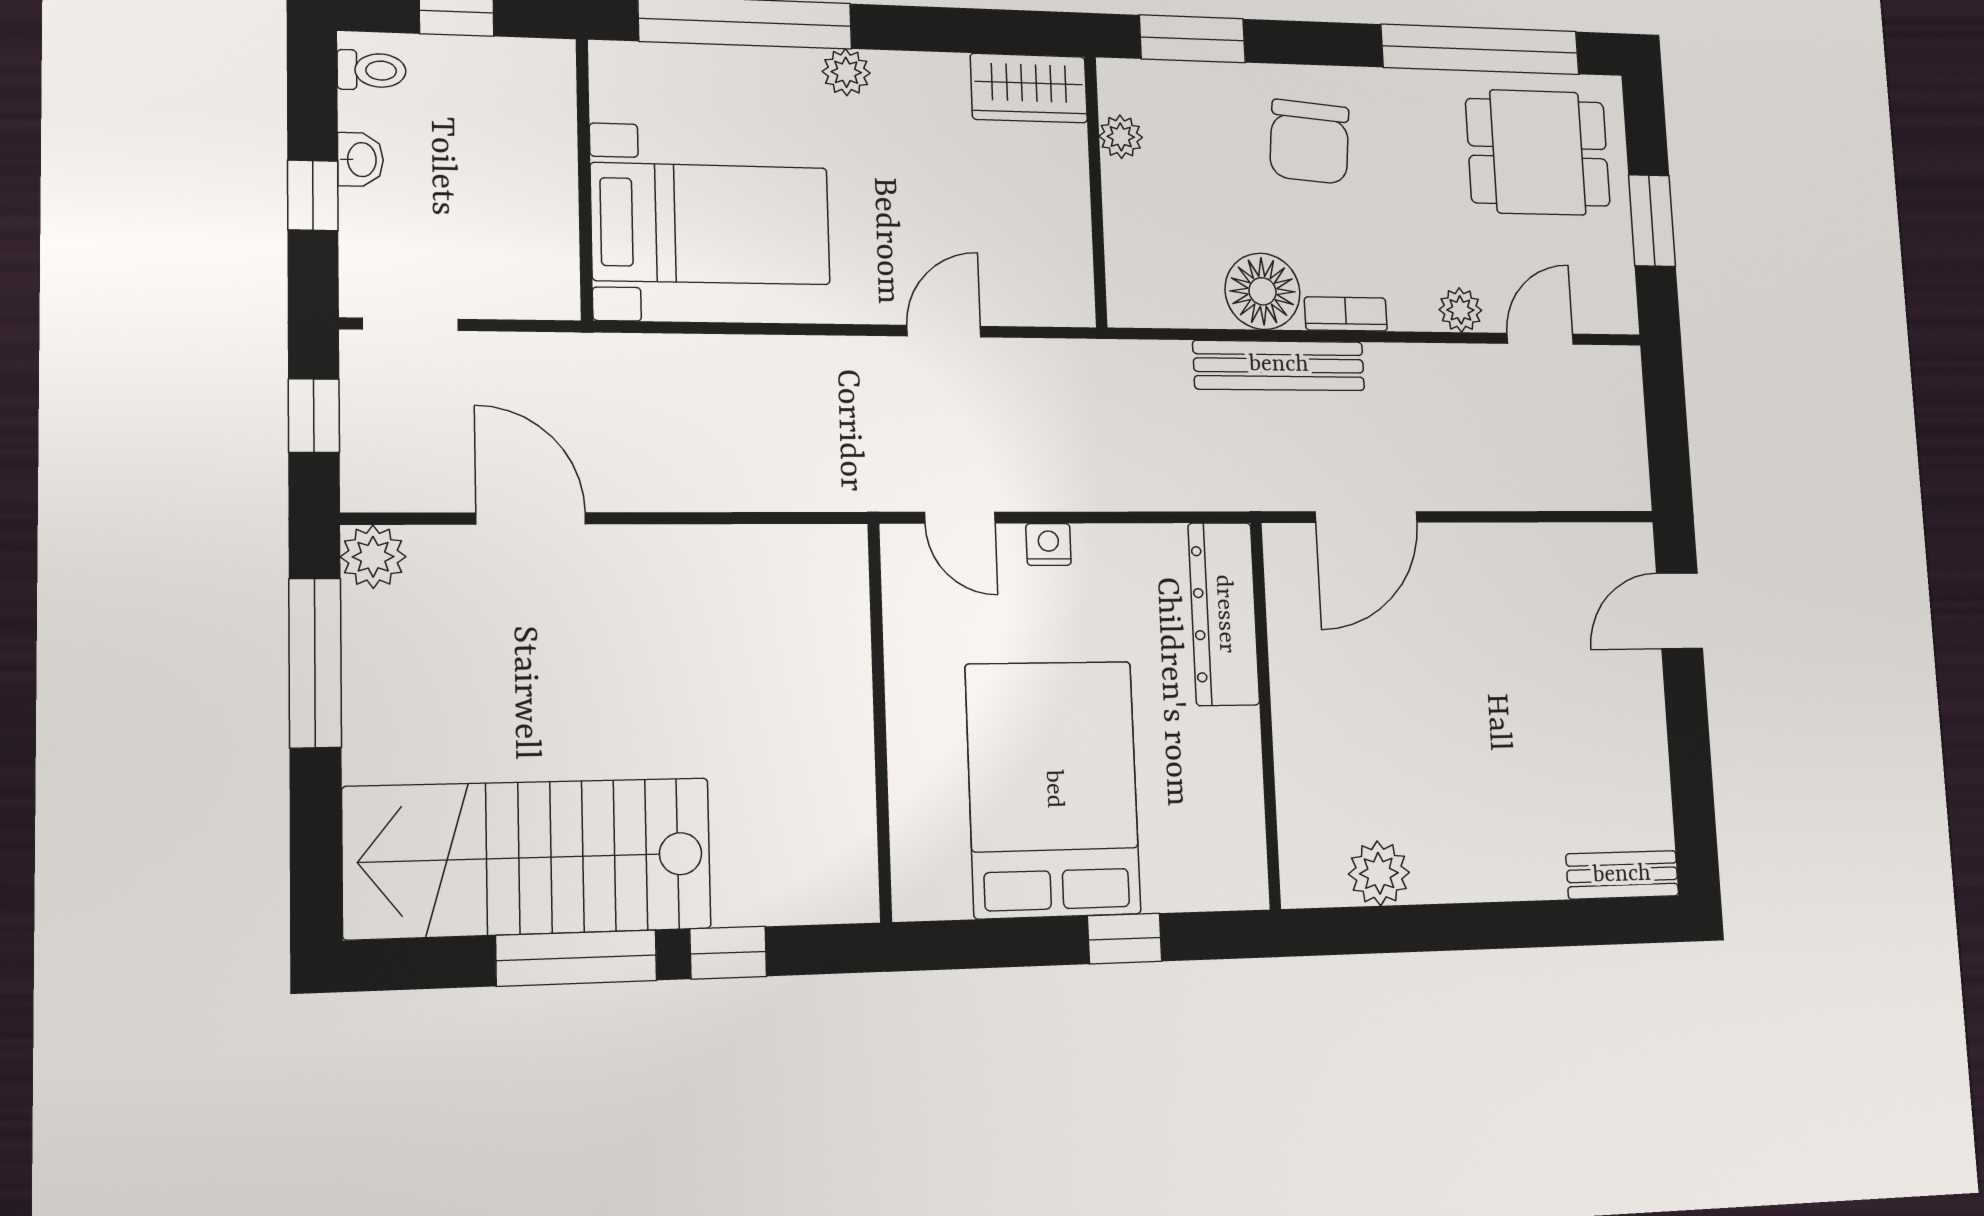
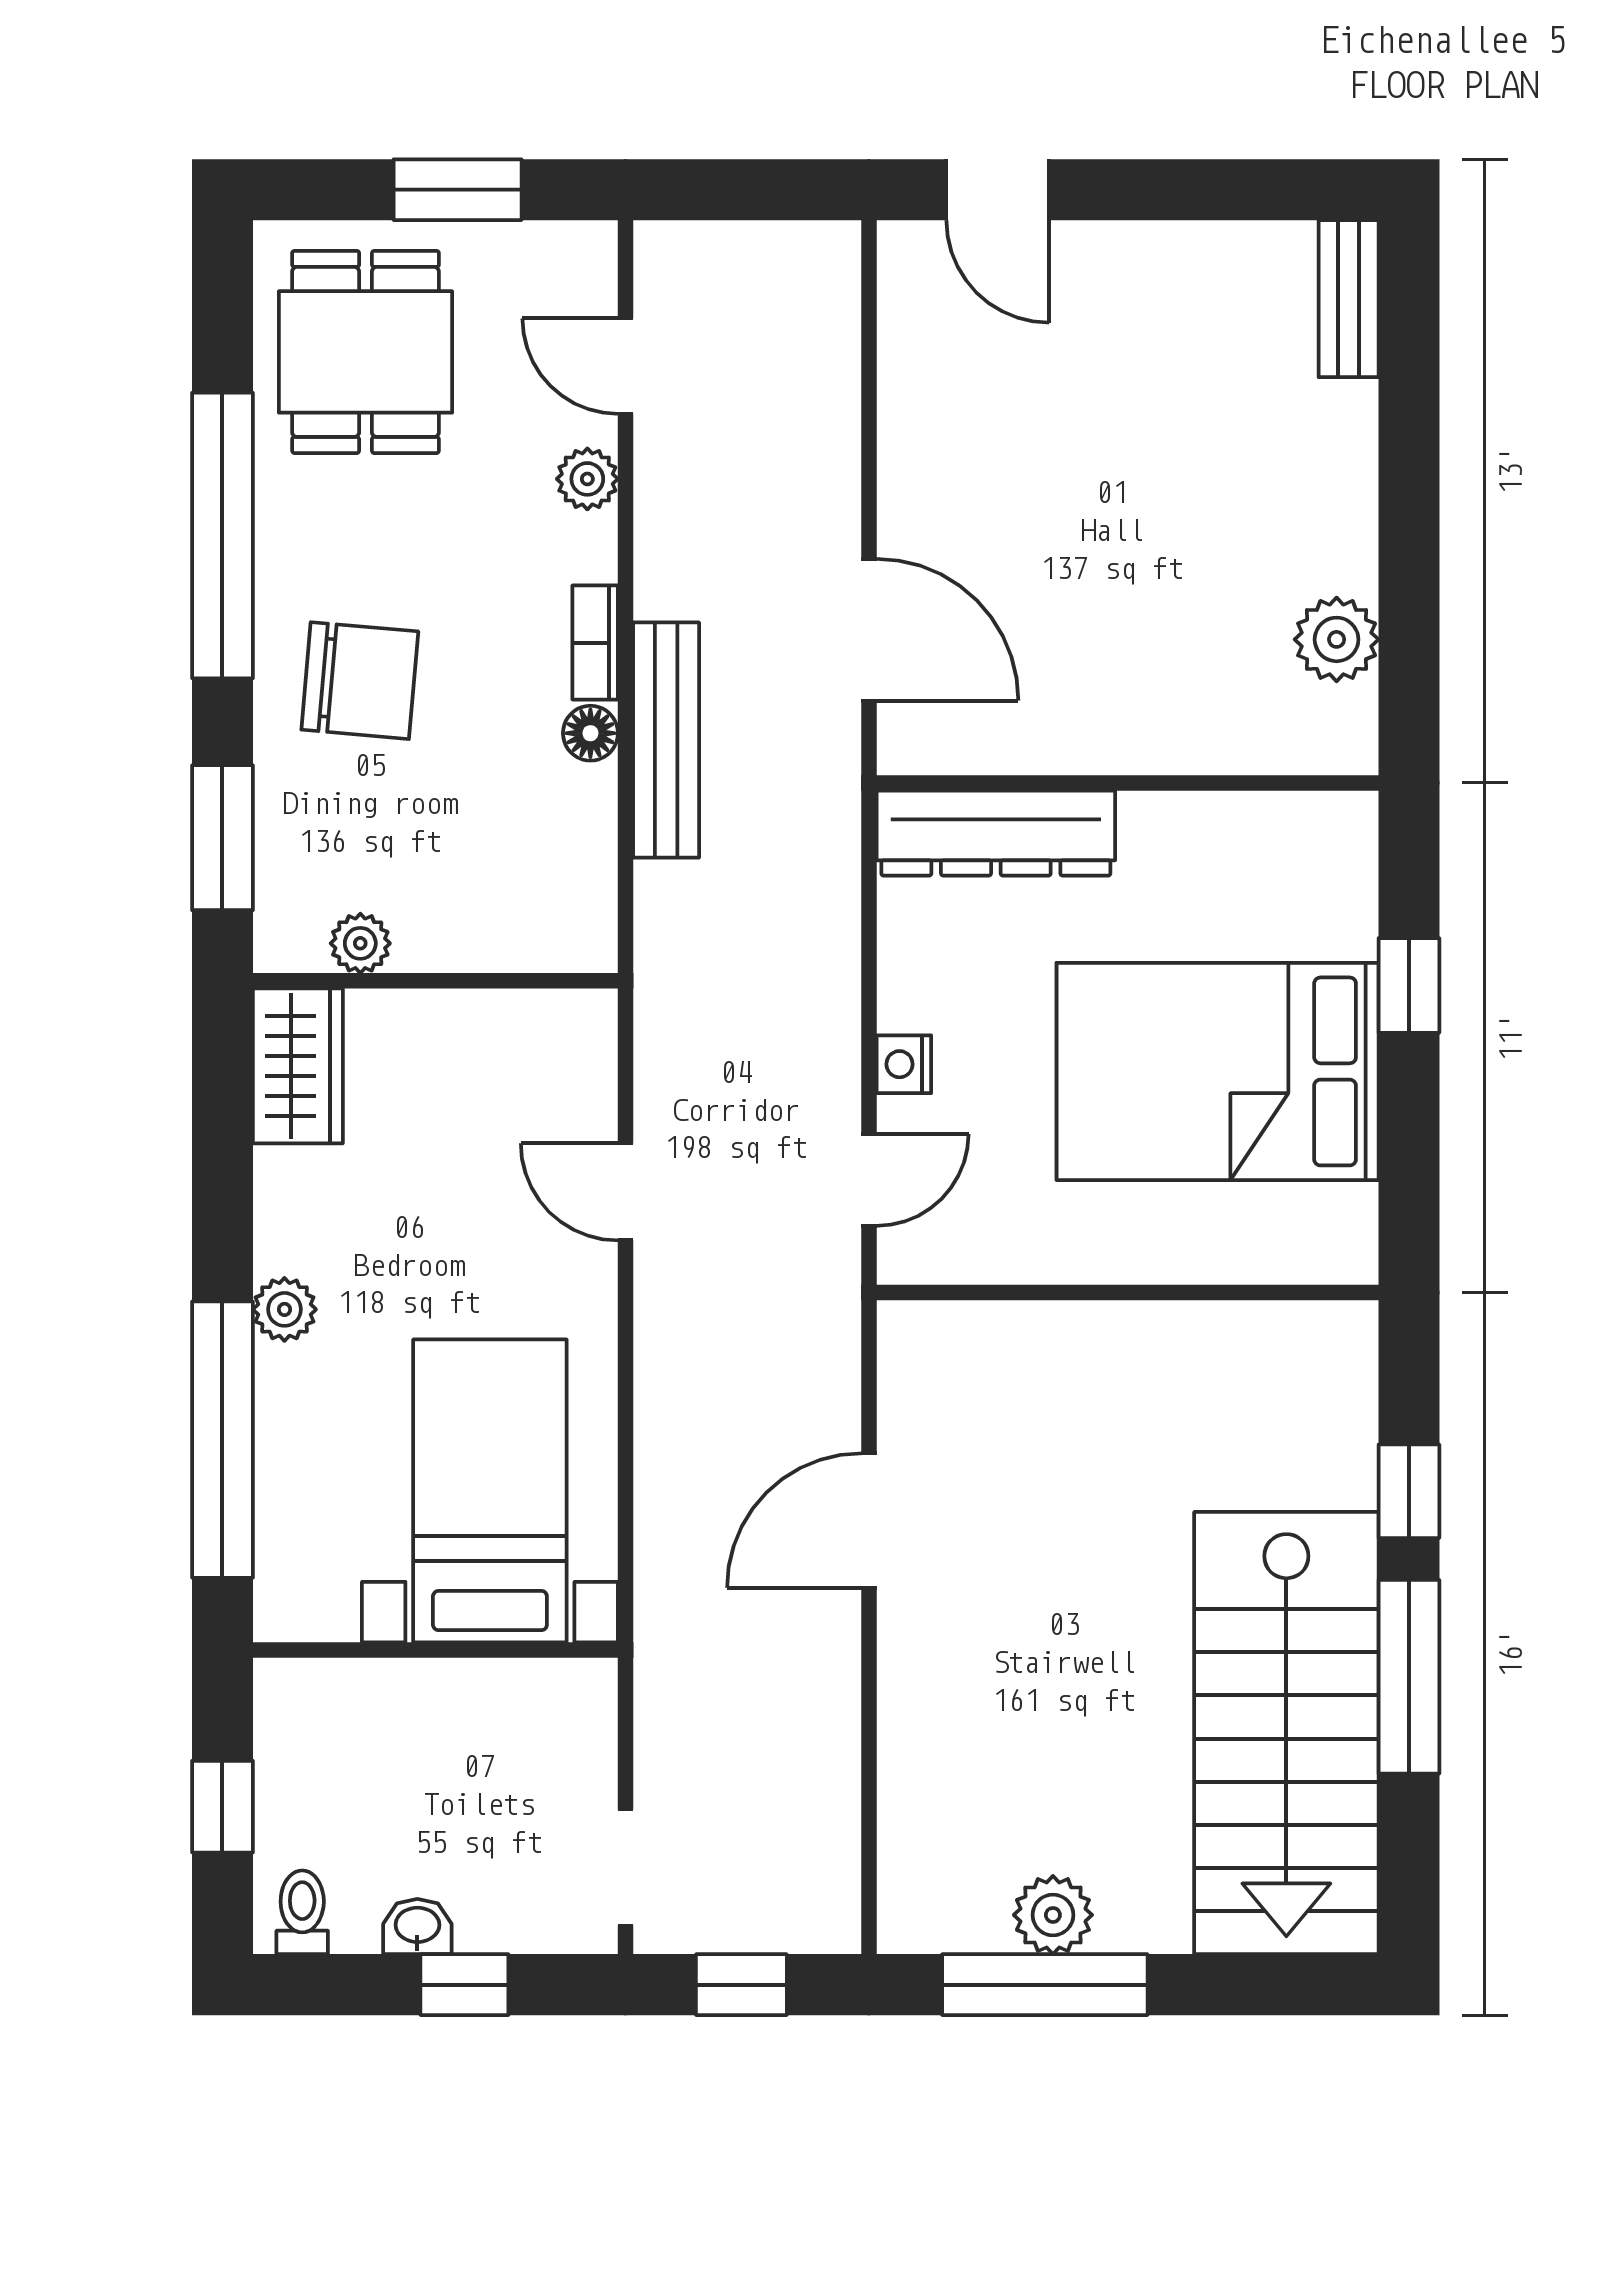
window: (1480, 49) -> (222, 535), moved
floor lamp: (1262, 291) -> (590, 733), width x0.53, depth x0.53
door: (531, 518) -> (869, 1520), moved
plant: (373, 557) -> (1053, 1915), moved

